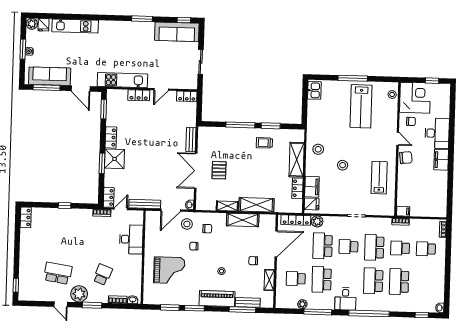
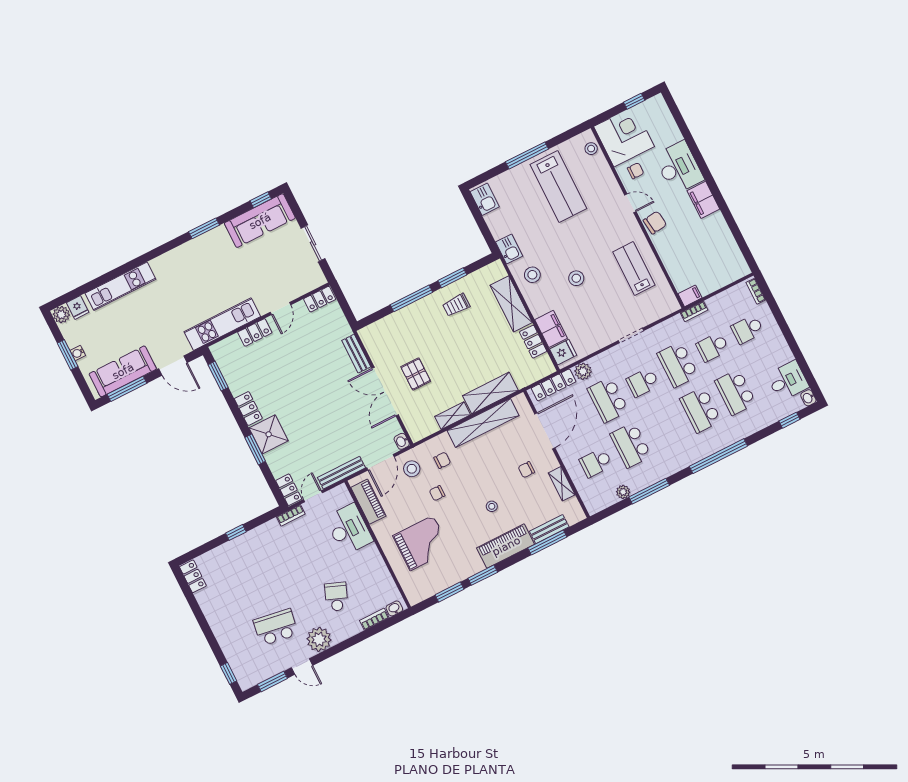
kitchen sink: (313, 127) -> (509, 249), added
shelving: (243, 220) -> (483, 423), width x1.47
piano: (151, 229) -> (368, 502), added
desk: (345, 299) -> (788, 381), moved, turned -90
window: (92, 305) -> (272, 681), moved

